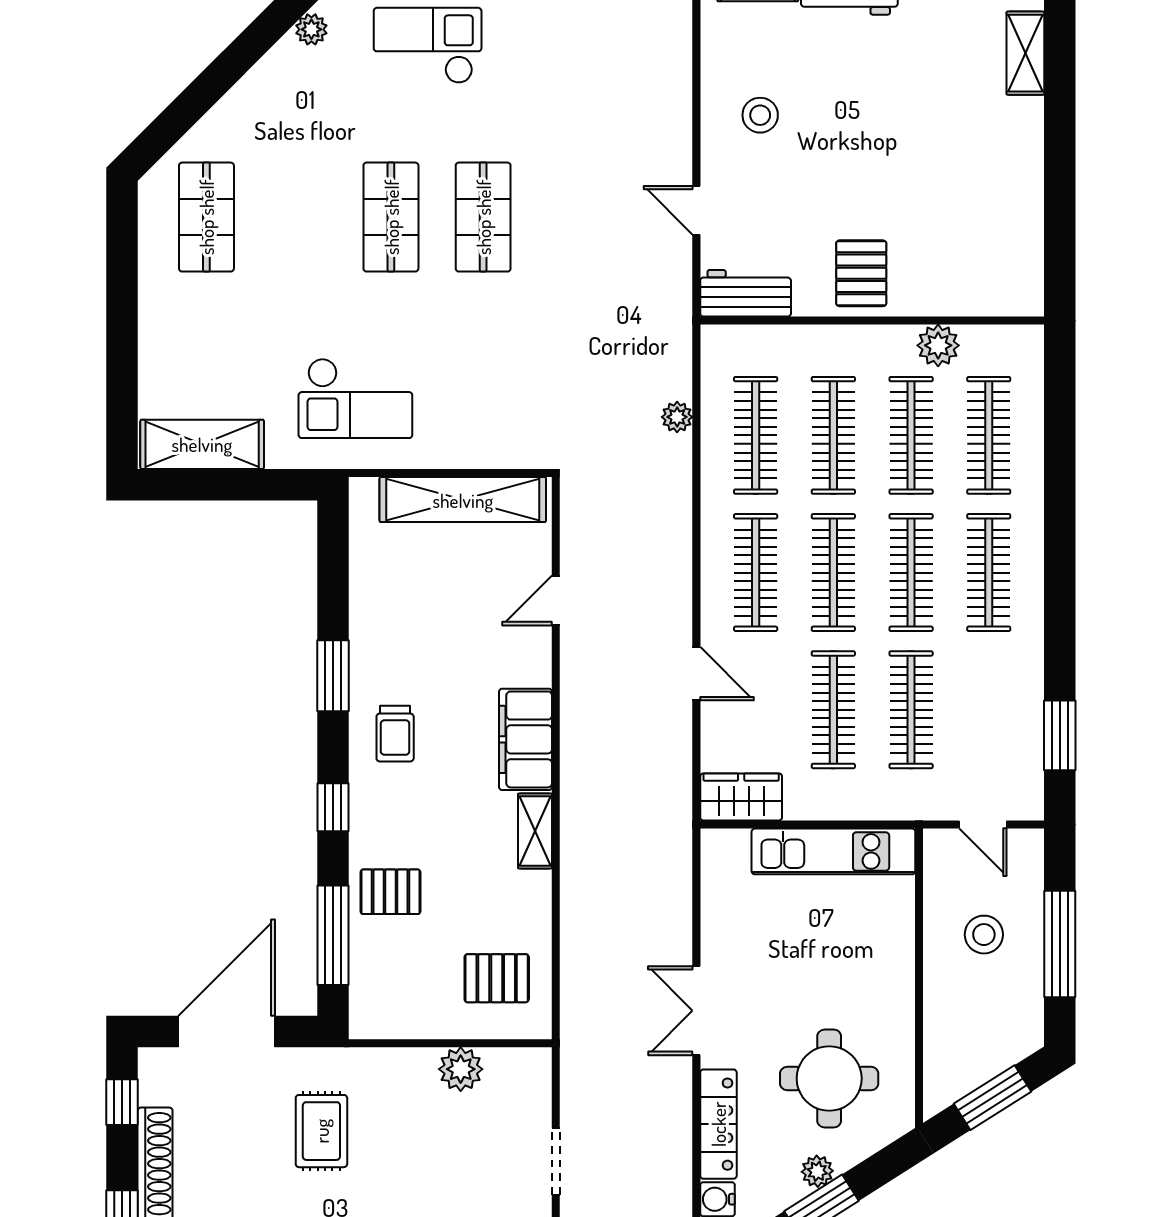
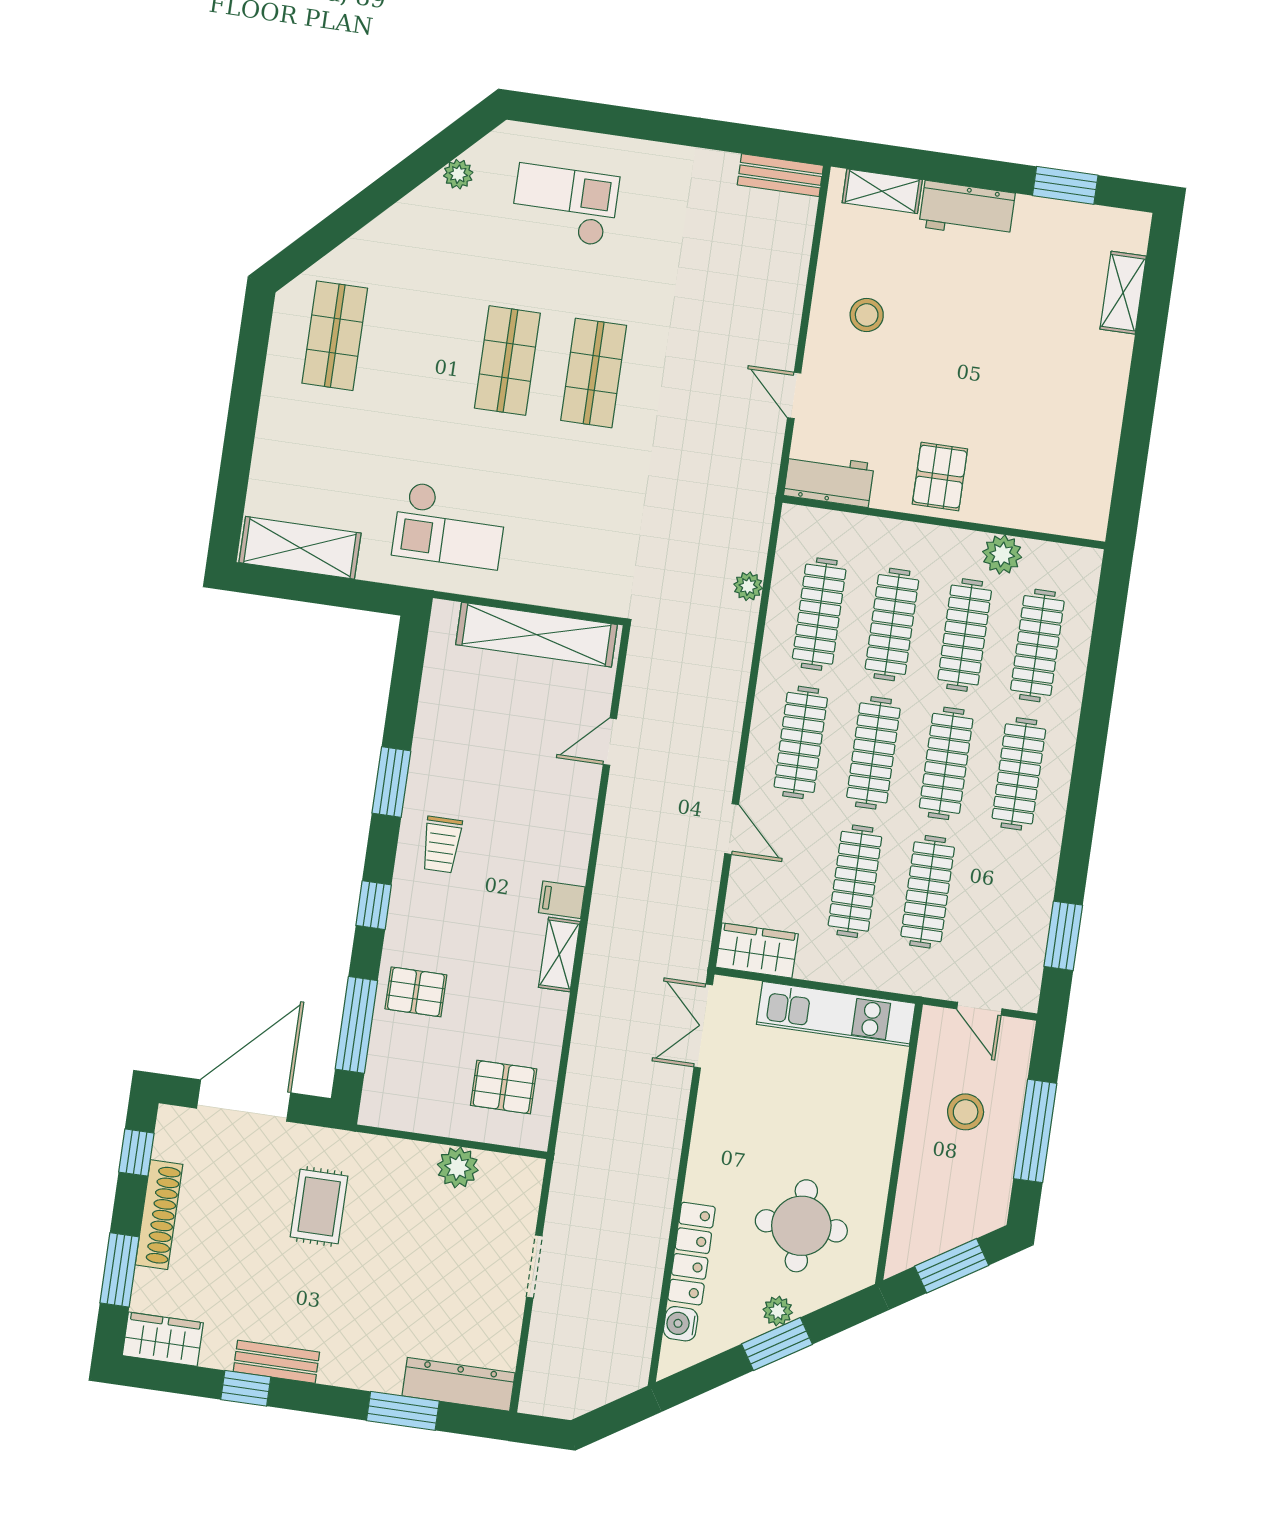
filing cabinet: (525, 739) -> (562, 900), width x0.33, depth x0.86
double door: (696, 1011) -> (703, 1026), moved

